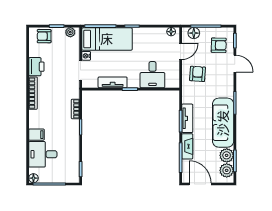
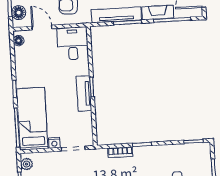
desk: (152, 75) -> (73, 43), moved, turned -90
tv unit: (113, 82) -> (84, 93), moved
tv unit: (187, 118) -> (116, 15), width x1.41

